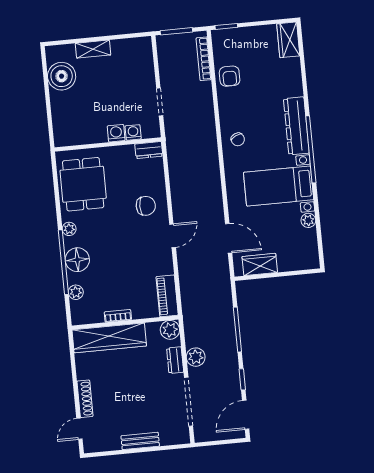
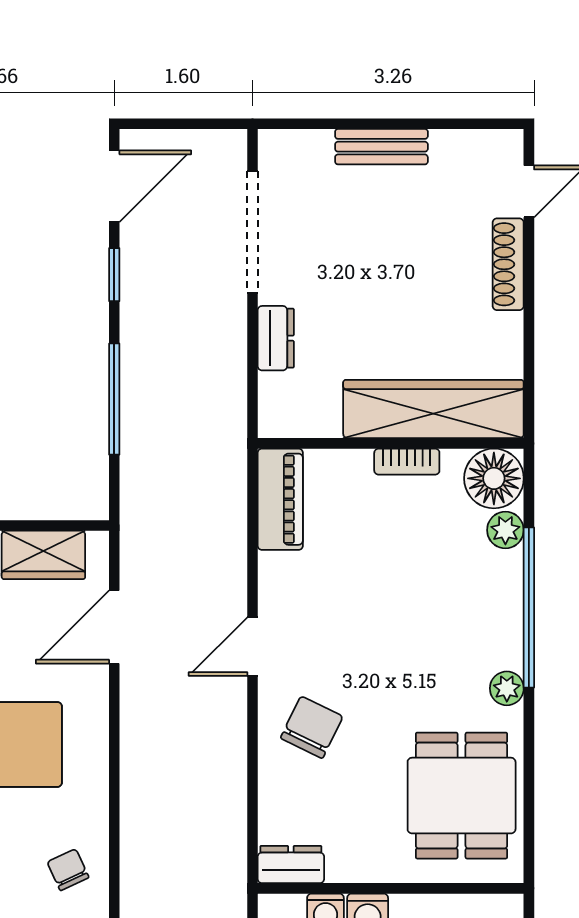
chair: (146, 206) -> (312, 727), turned 116
door: (229, 238) -> (114, 627), hinge flipped
floor lamp: (77, 260) -> (494, 478), moved
plant: (170, 330) -> (281, 415), removed
plant: (196, 357) -> (224, 341), removed

